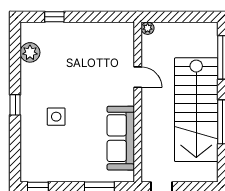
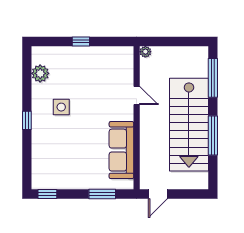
window: (54, 17) -> (81, 41), moved
side table: (56, 117) -> (61, 107), moved

